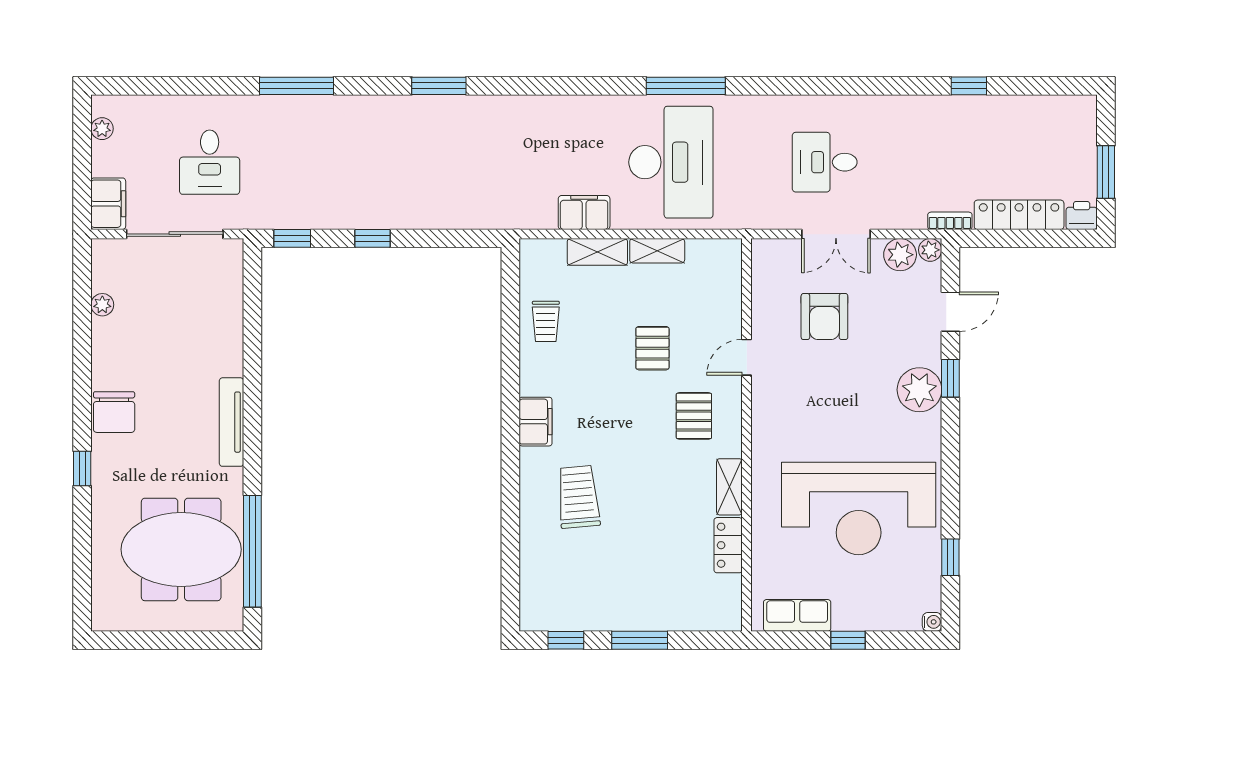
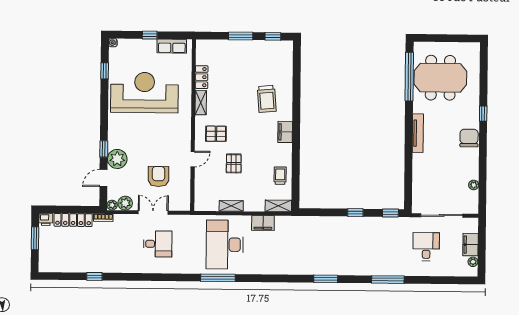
filing cabinet: (108, 204) -> (470, 245), moved
shelving: (597, 252) -> (278, 206), moved
plant: (919, 390) -> (117, 159), moved
pallet: (694, 416) -> (216, 134), turned 90

